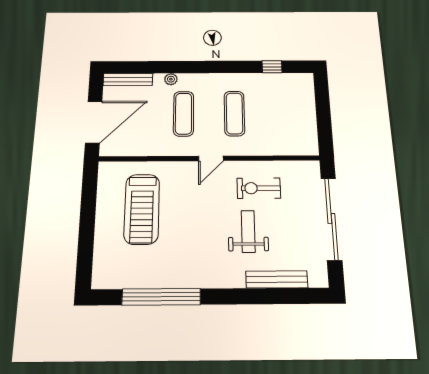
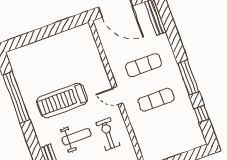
window: (220, 67) -> (188, 77), added
plant: (171, 79) -> (166, 47), removed
treadmill: (142, 209) -> (62, 101), moved

